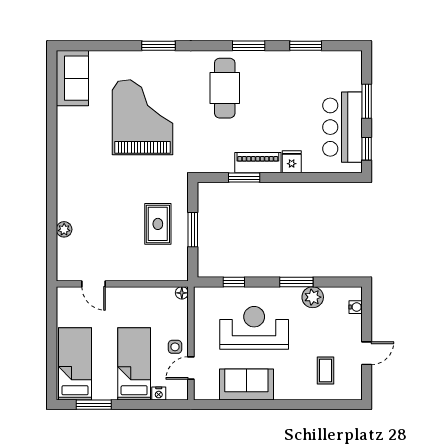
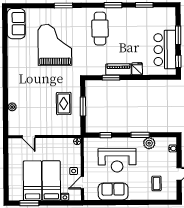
reception desk: (254, 328) -> (117, 160), turned 180
bed: (75, 364) -> (32, 181), moved

